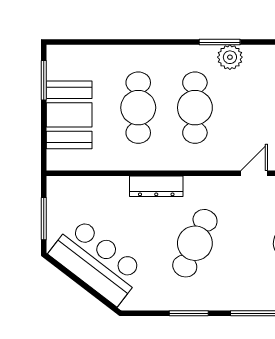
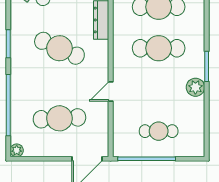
plant: (230, 57) -> (195, 87), moved
door: (254, 173) -> (111, 91), swing flipped

